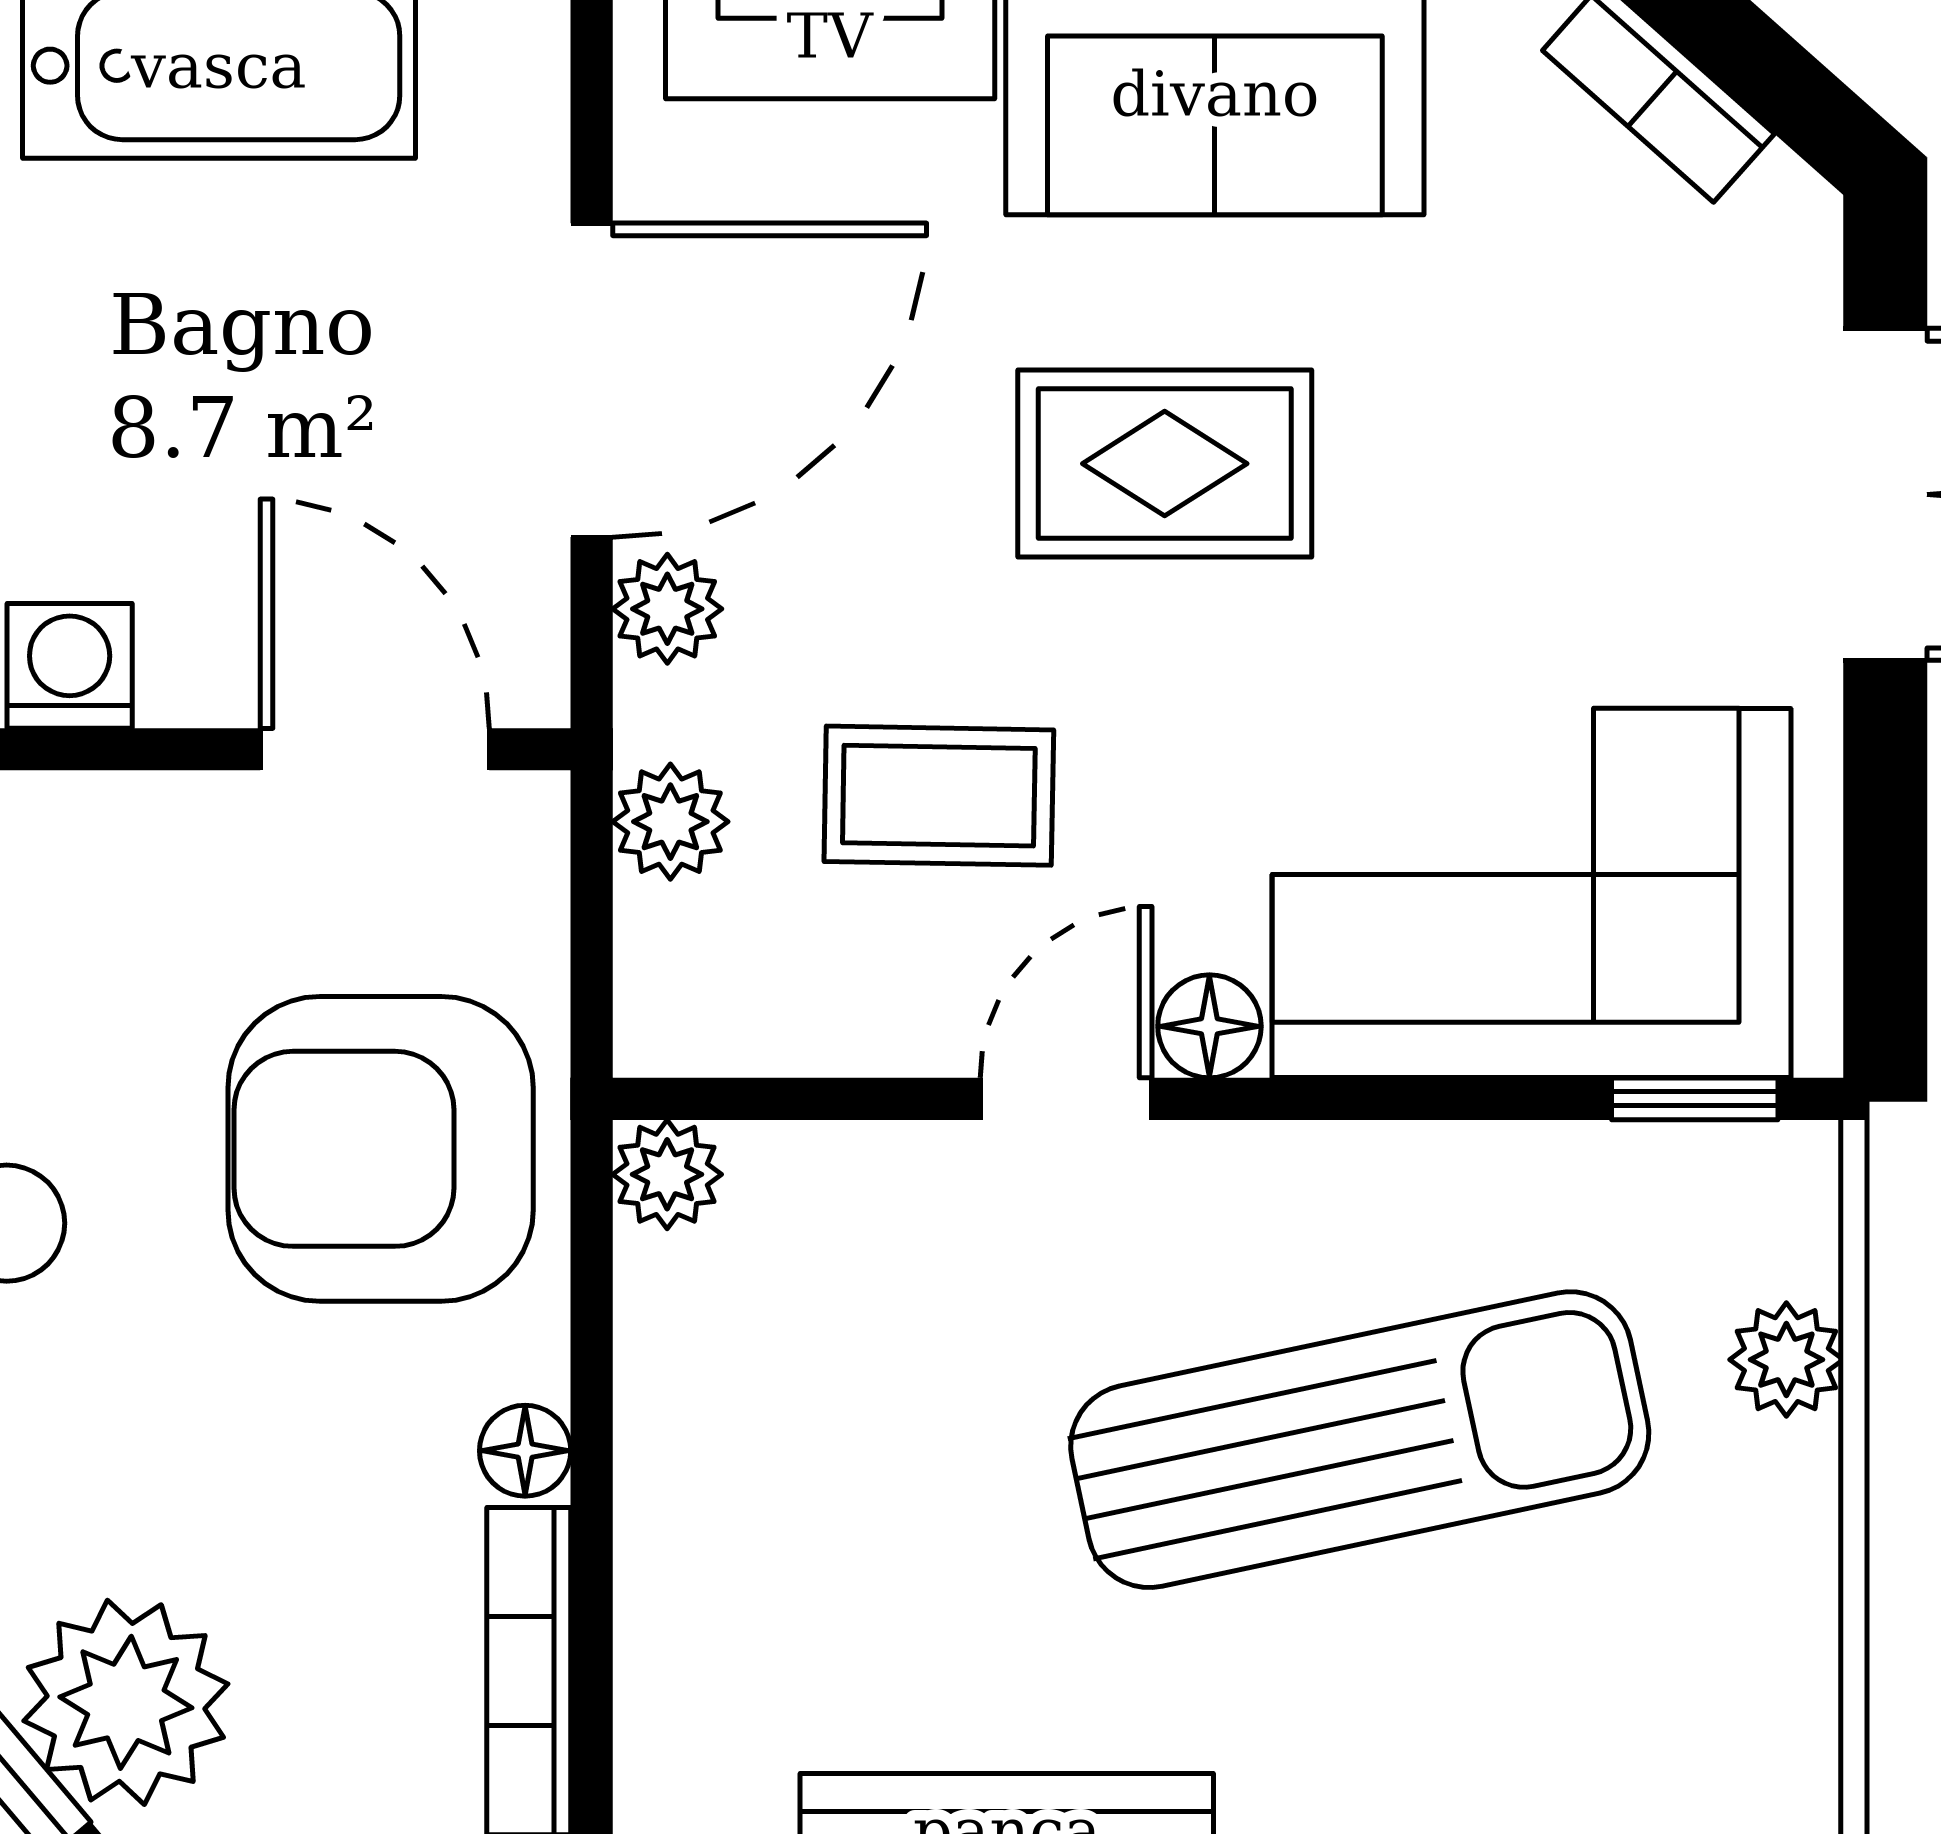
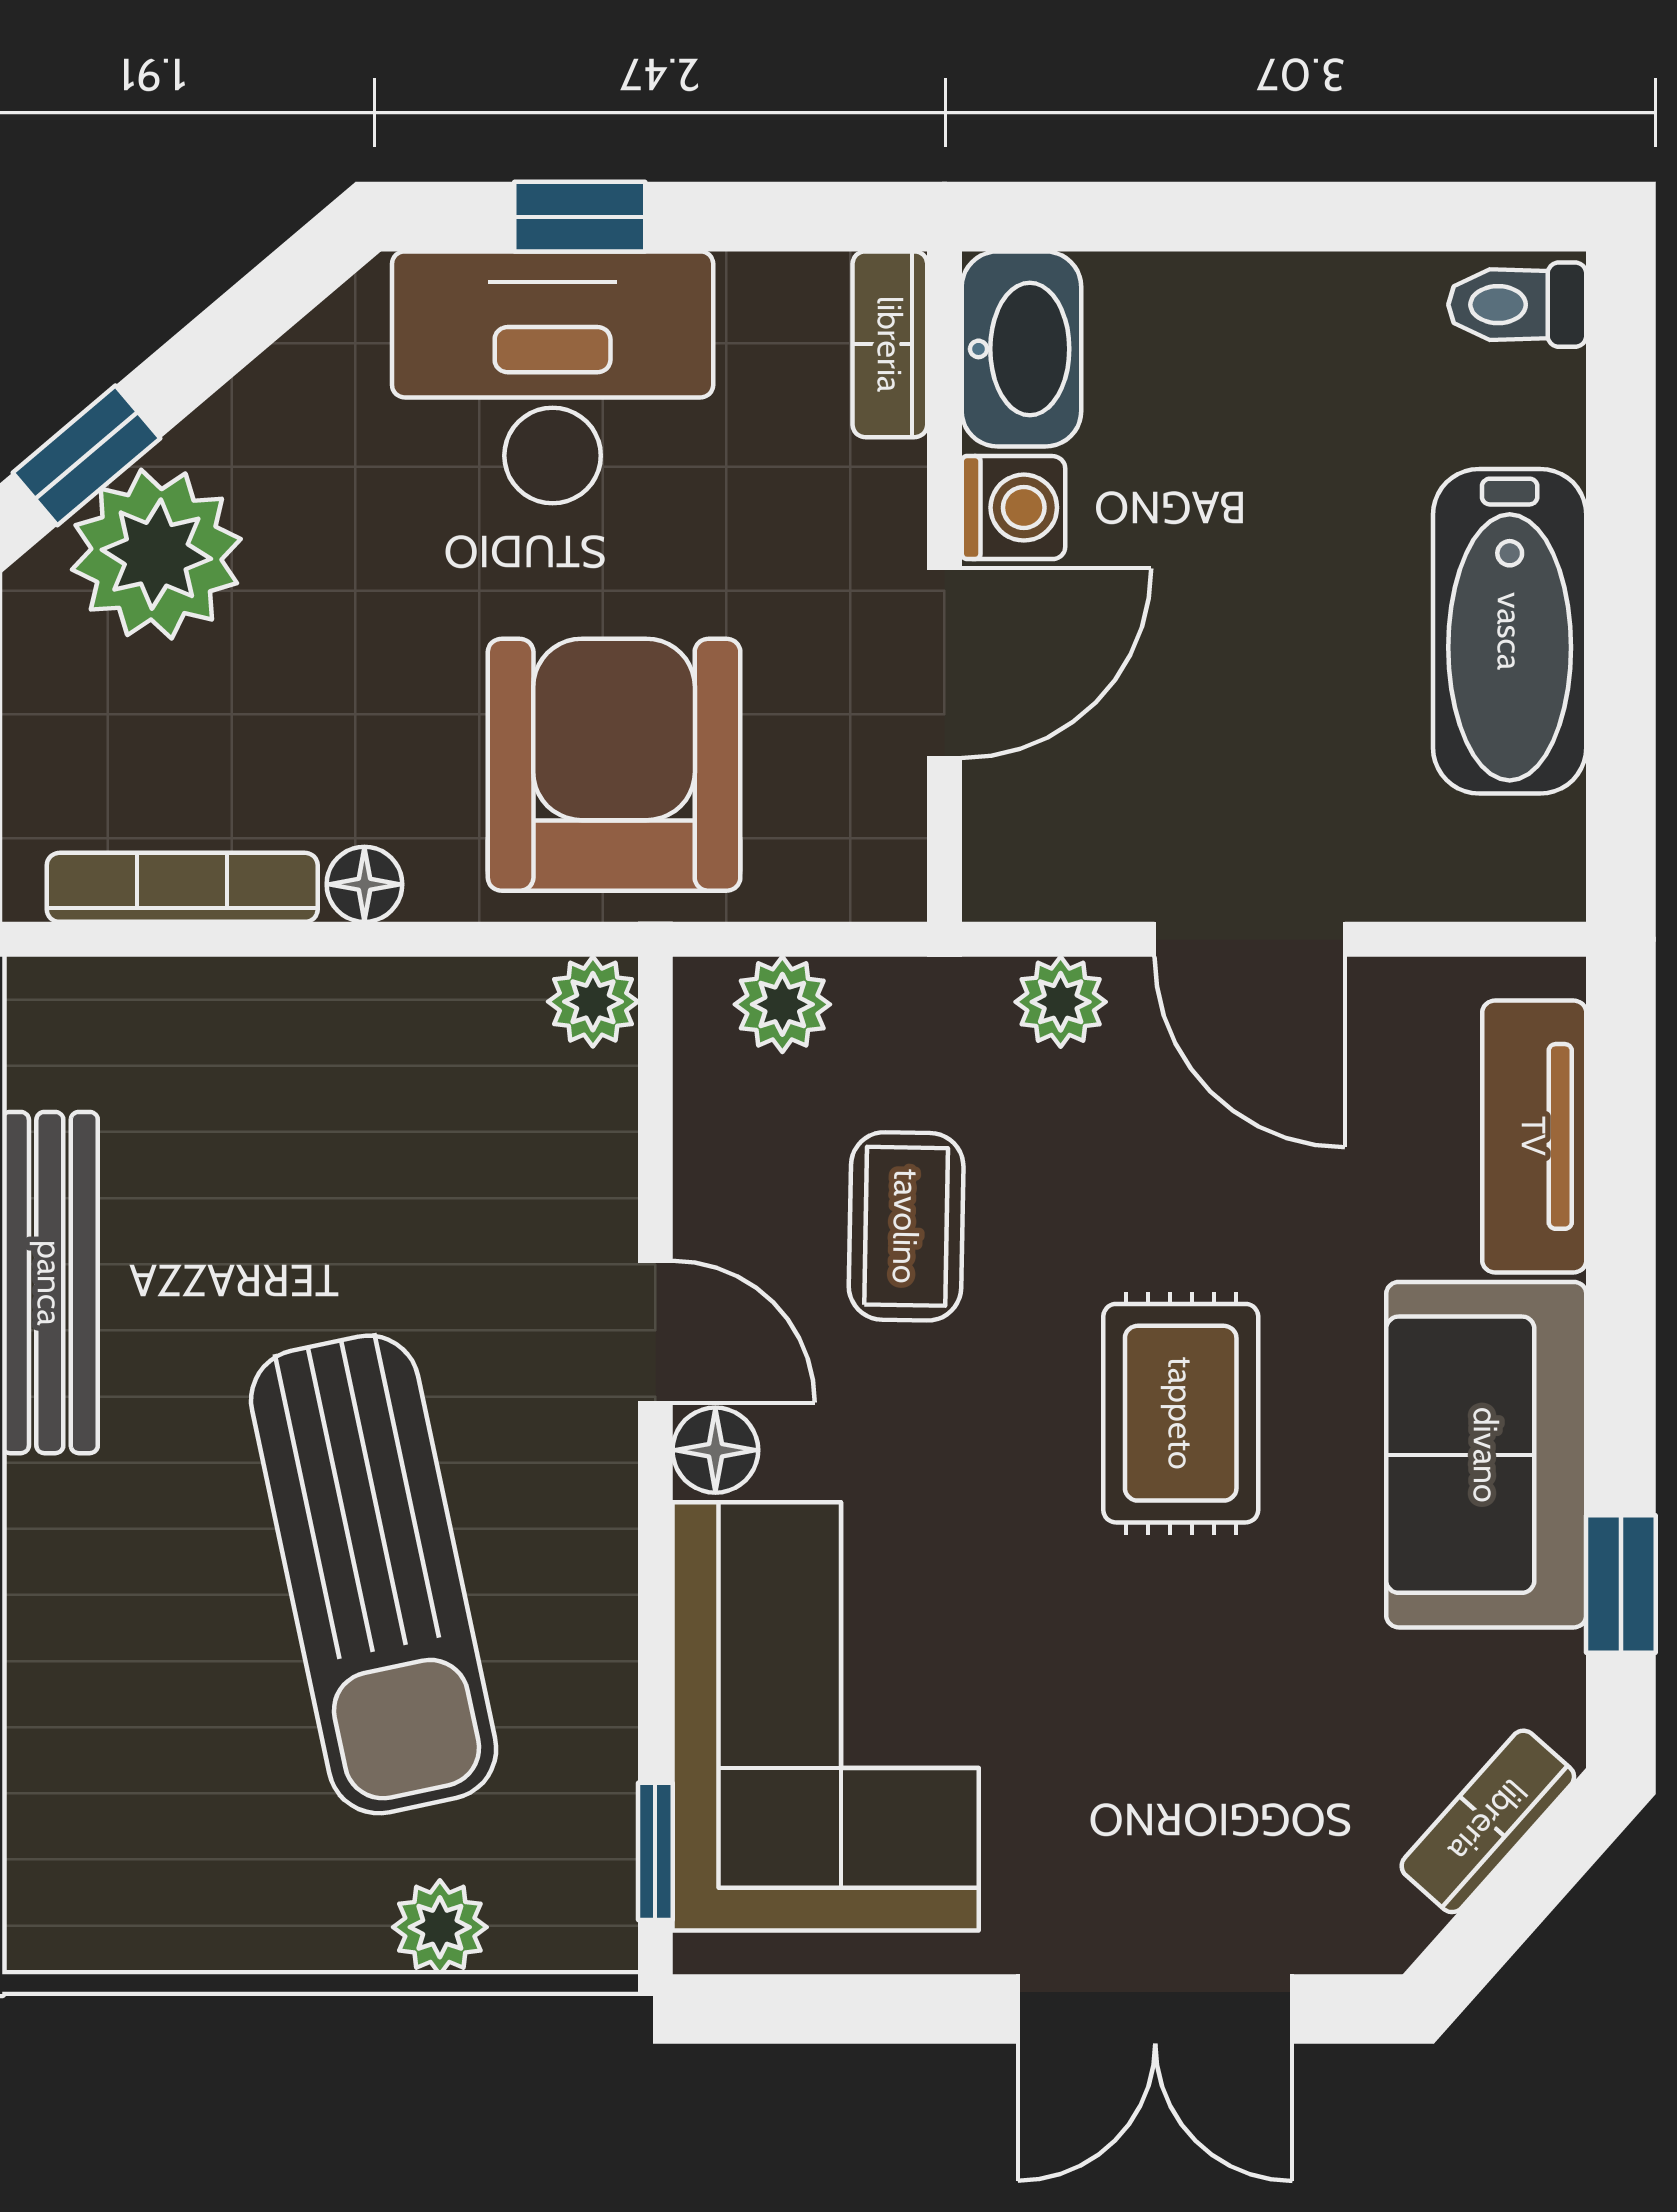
door: (592, 380) -> (1250, 939), width x0.73
door: (375, 749) -> (944, 663), moved
plant: (670, 822) -> (782, 1004), moved

